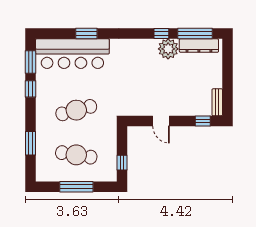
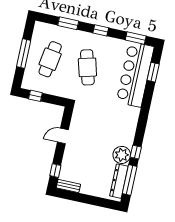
window: (86, 33) -> (153, 72), moved
window: (31, 89) -> (101, 30), moved

